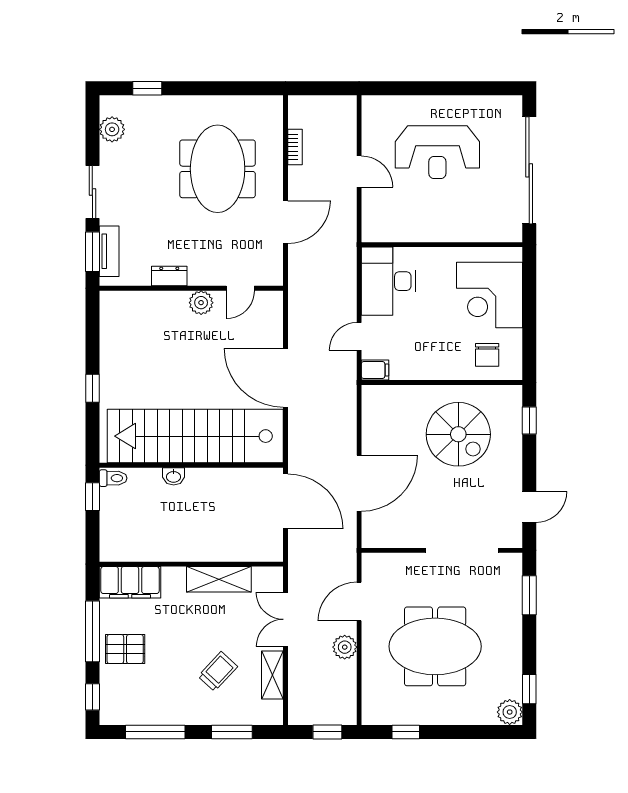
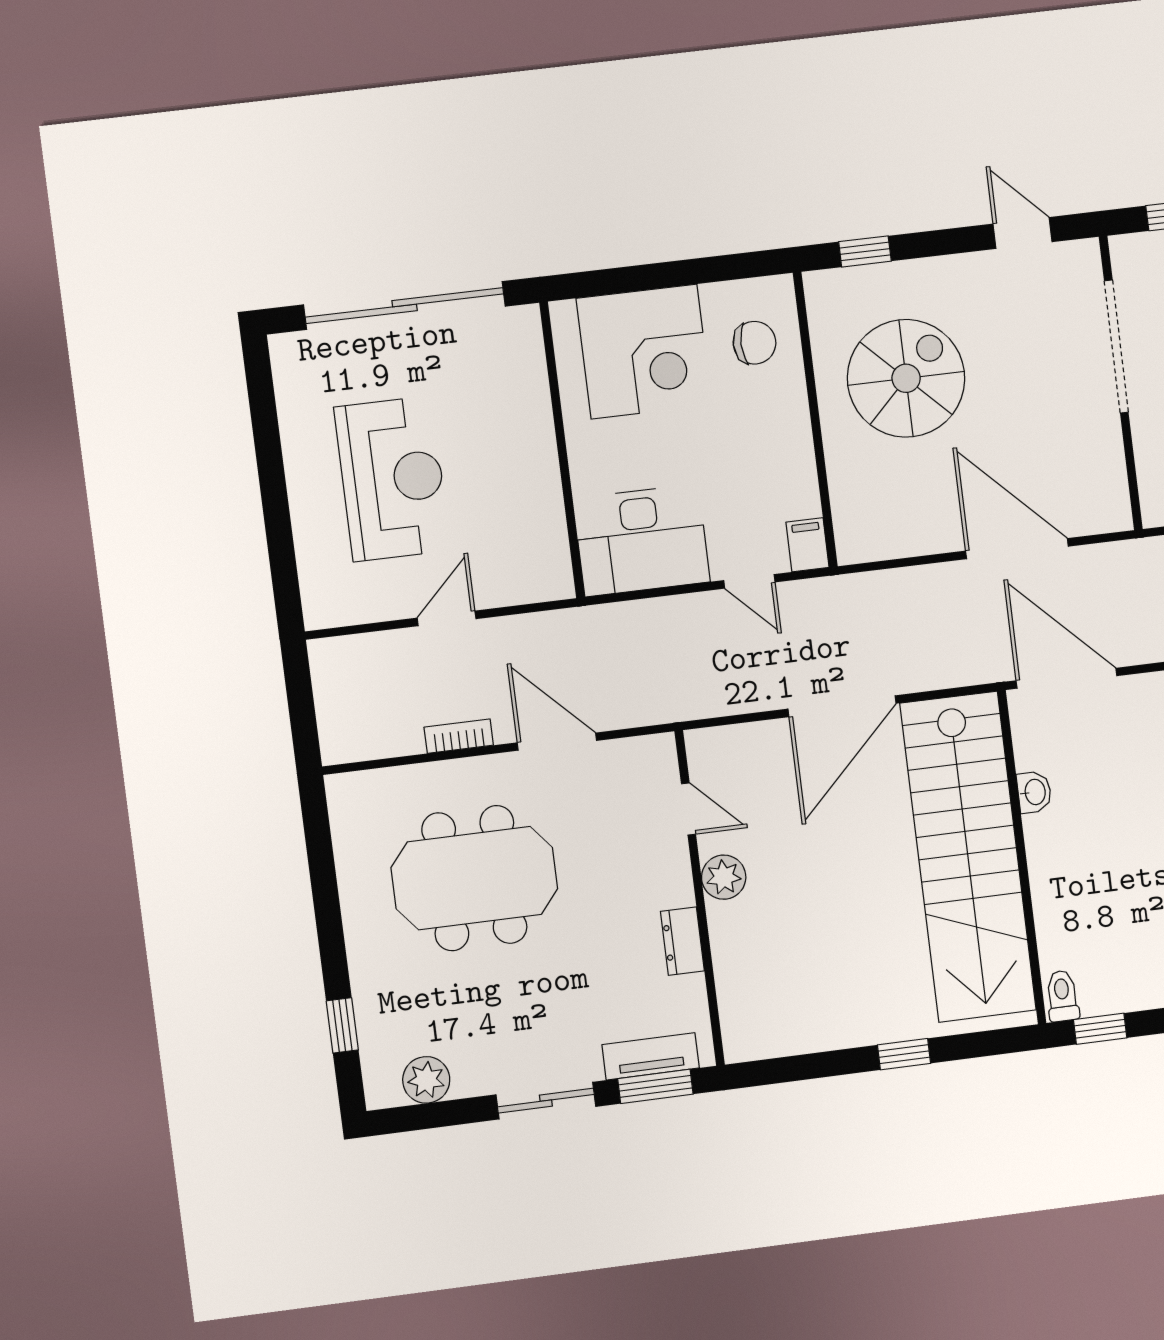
bookcase: (295, 147) -> (459, 736), moved
washbasin: (174, 476) -> (1034, 792), moved
door: (286, 501) -> (1066, 678), hinge flipped

